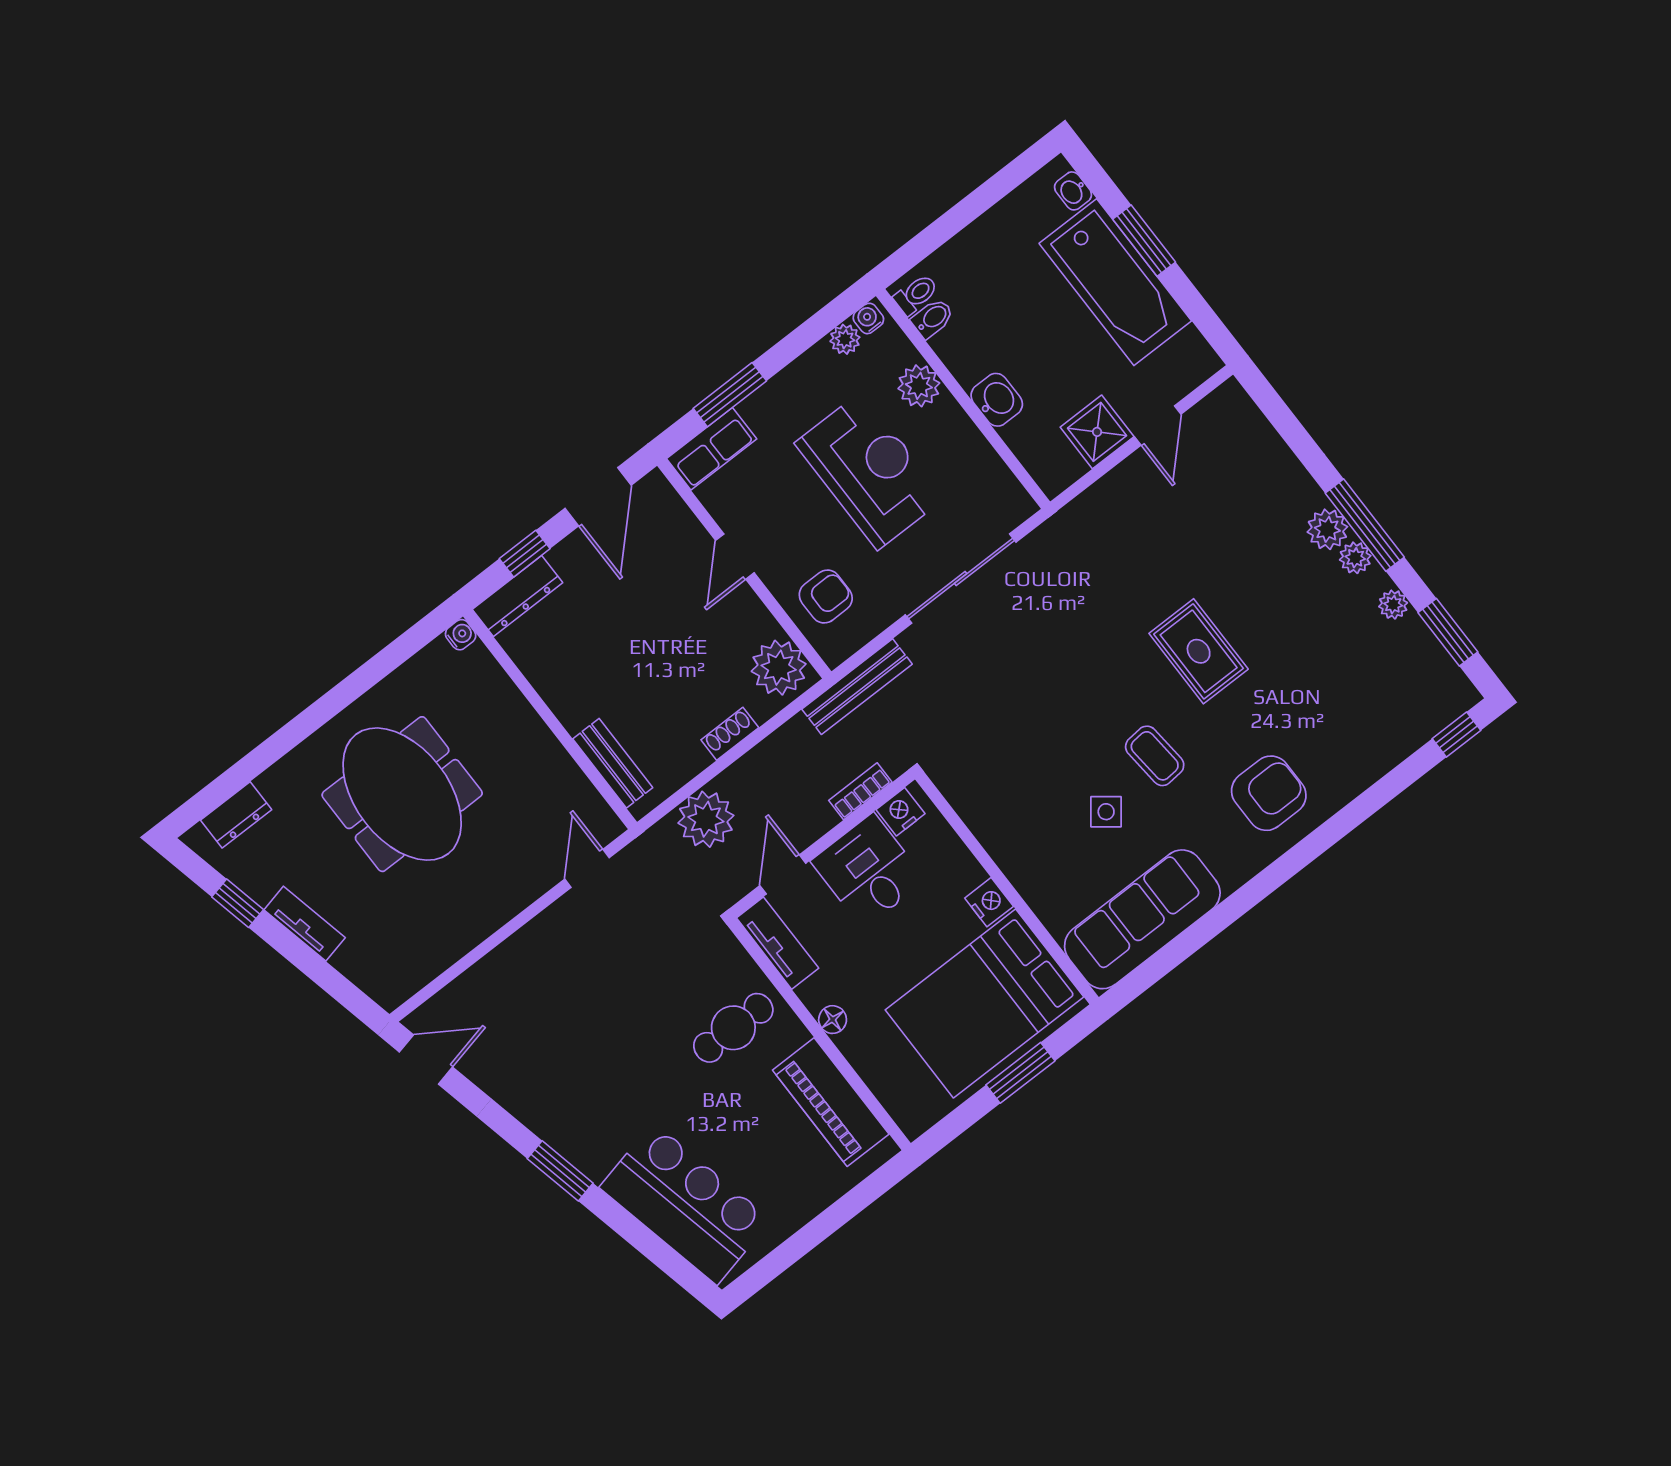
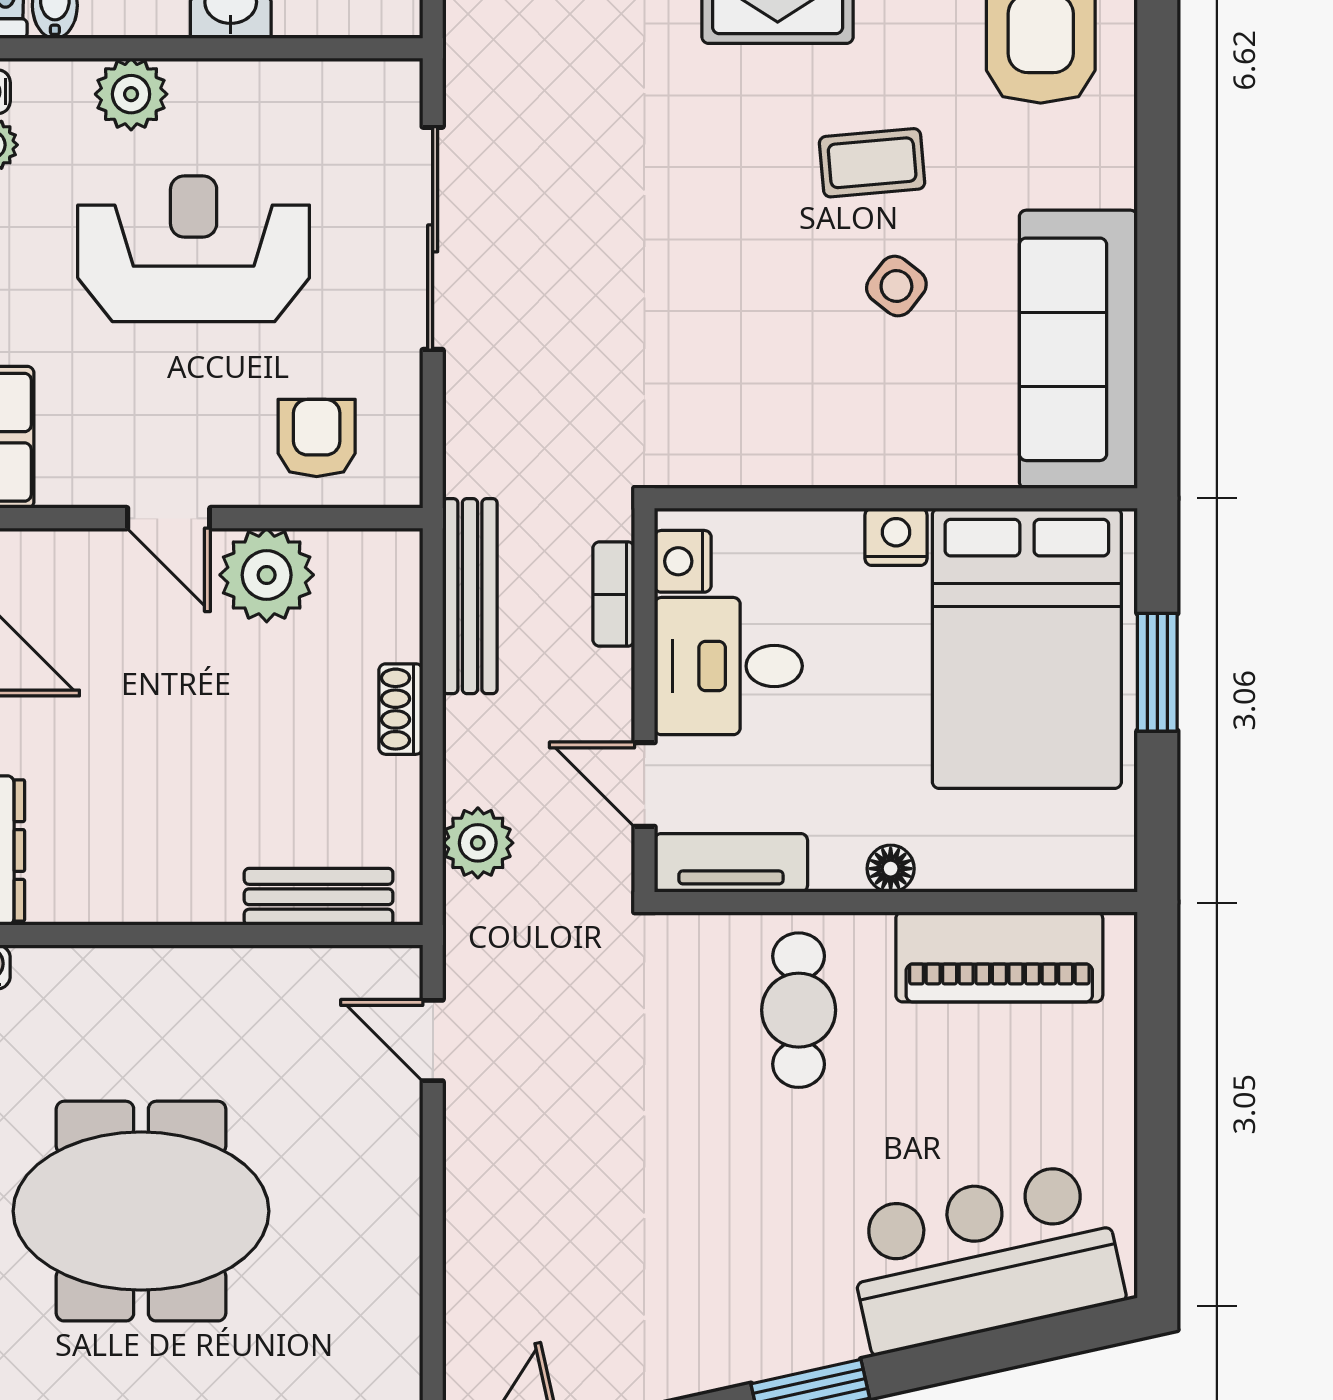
plant: (779, 668) -> (267, 575), moved
bench: (857, 687) -> (470, 596), moved
plant: (706, 819) -> (478, 843), width x0.73, depth x0.73

